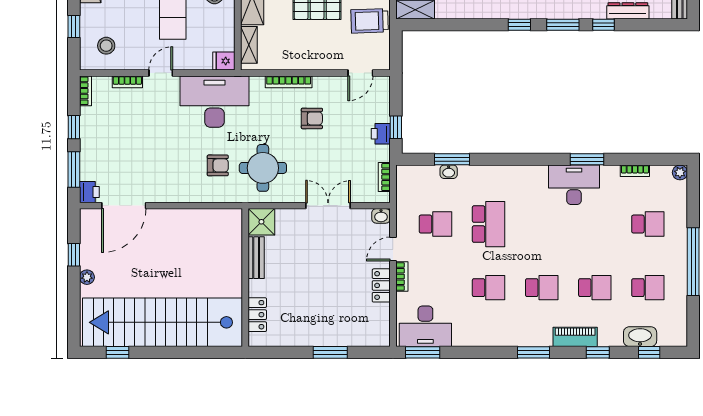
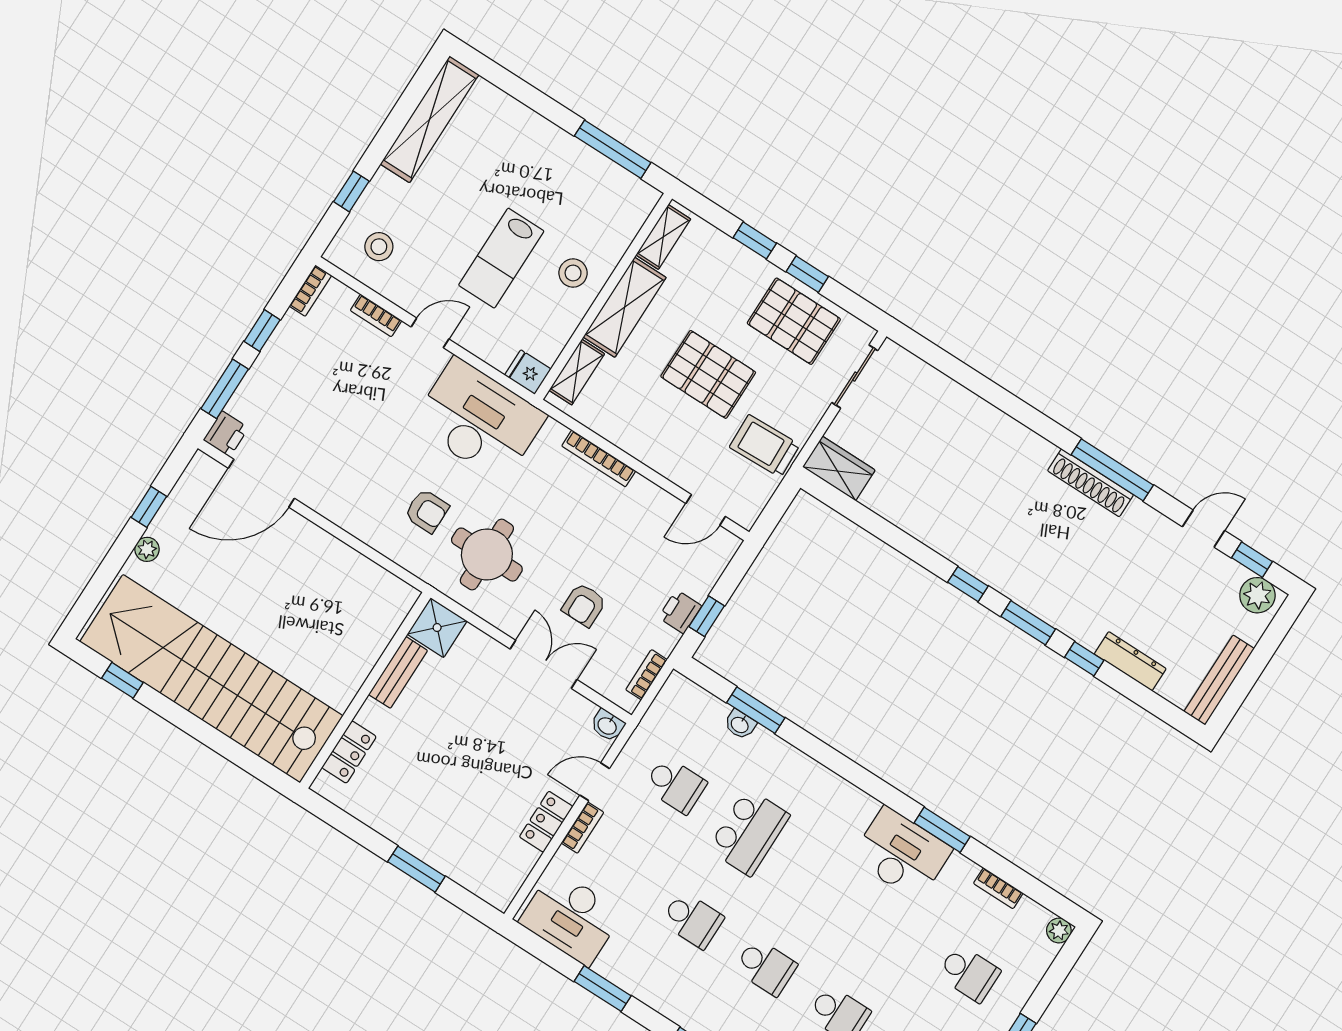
armchair: (312, 118) -> (584, 605), moved, turned 90
window: (423, 352) -> (603, 989), moved

